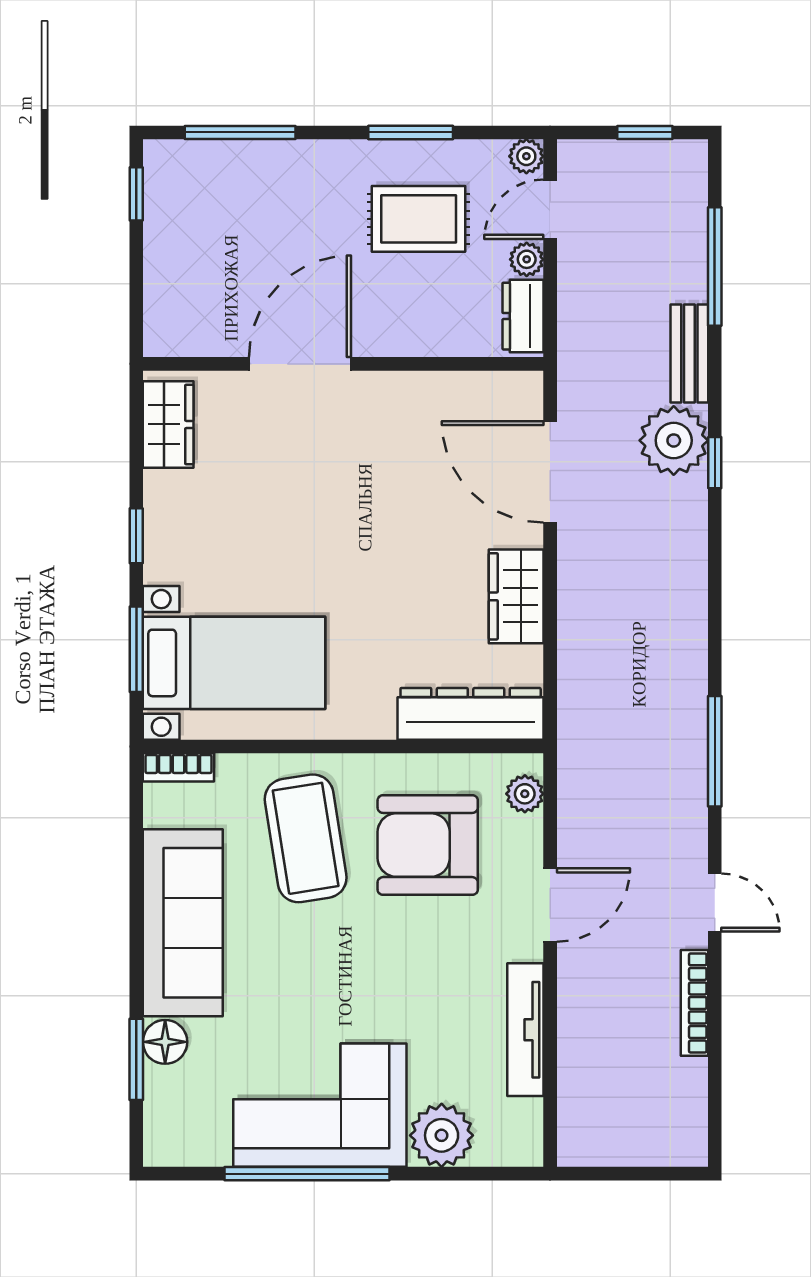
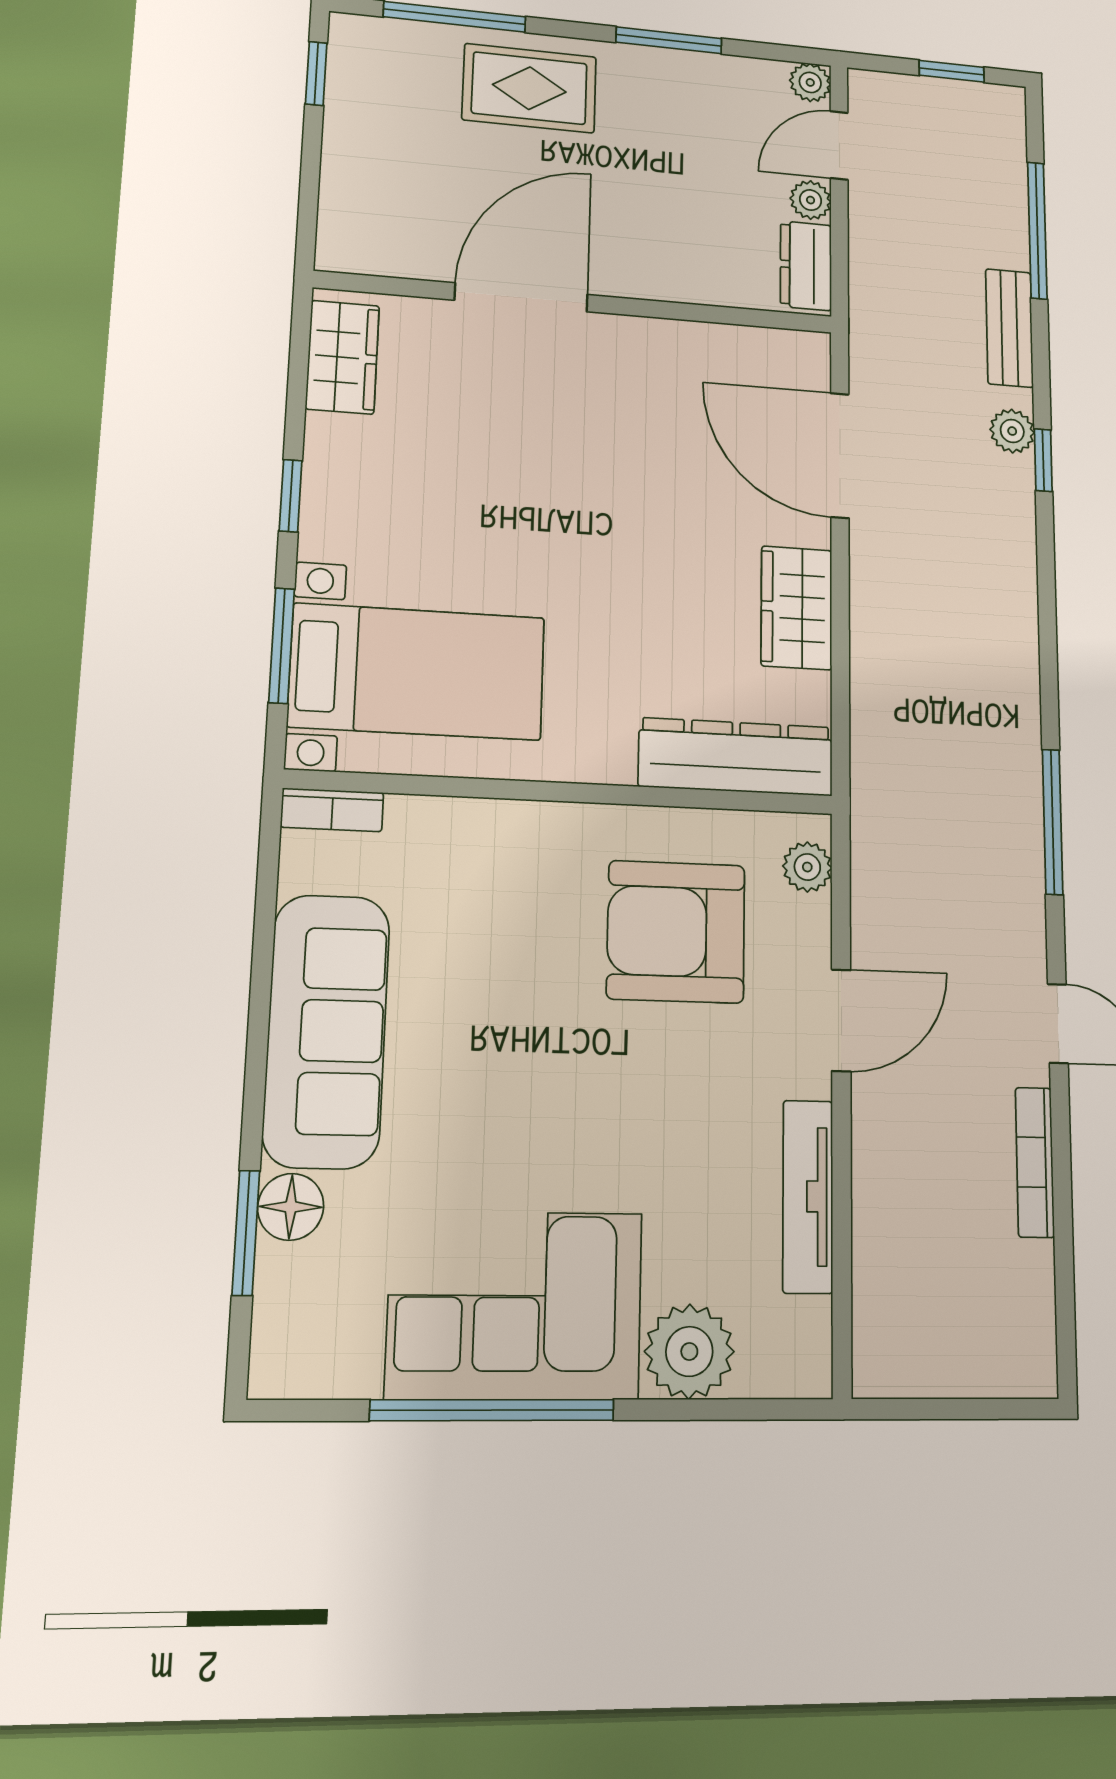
rug: (419, 219) -> (529, 88), moved
plant: (674, 440) -> (1012, 431), width x0.53, depth x0.53
coffee table: (306, 838) -> (508, 916), removed

